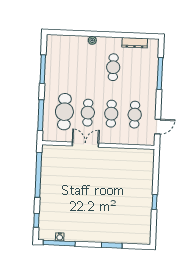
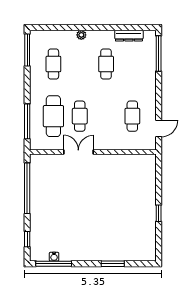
window: (43, 69) -> (27, 50), moved
window: (160, 73) -> (159, 53), moved
cafe table: (111, 114) -> (53, 64), moved

